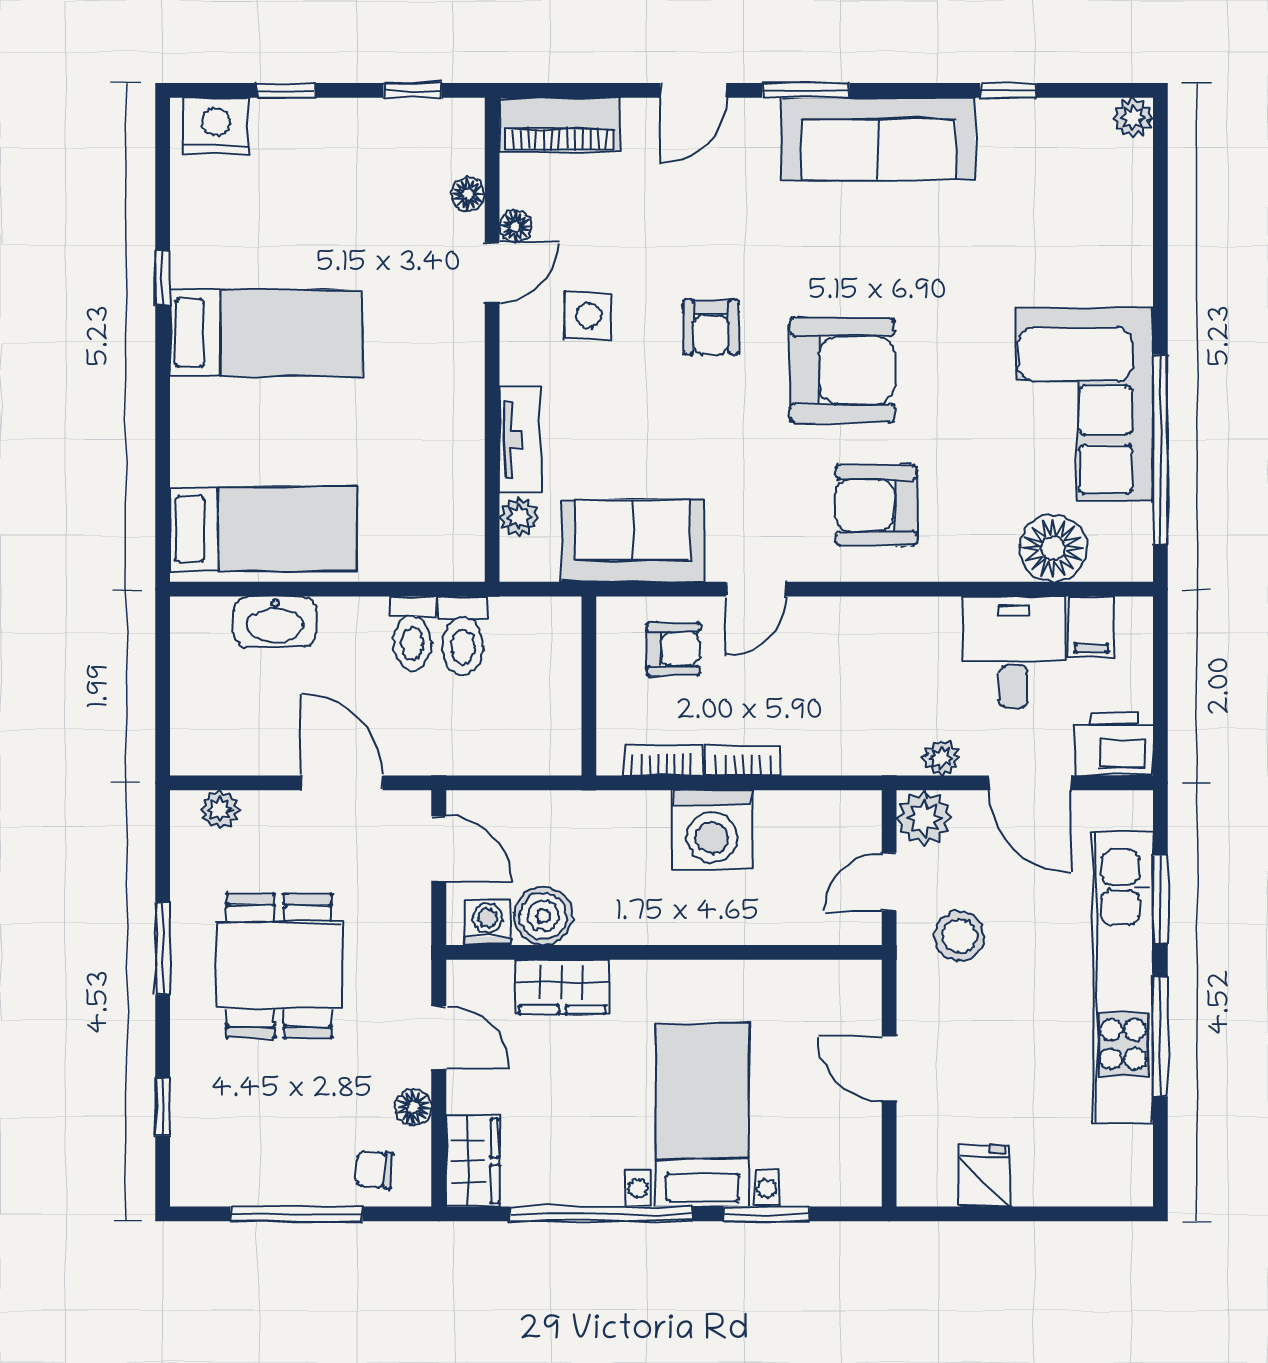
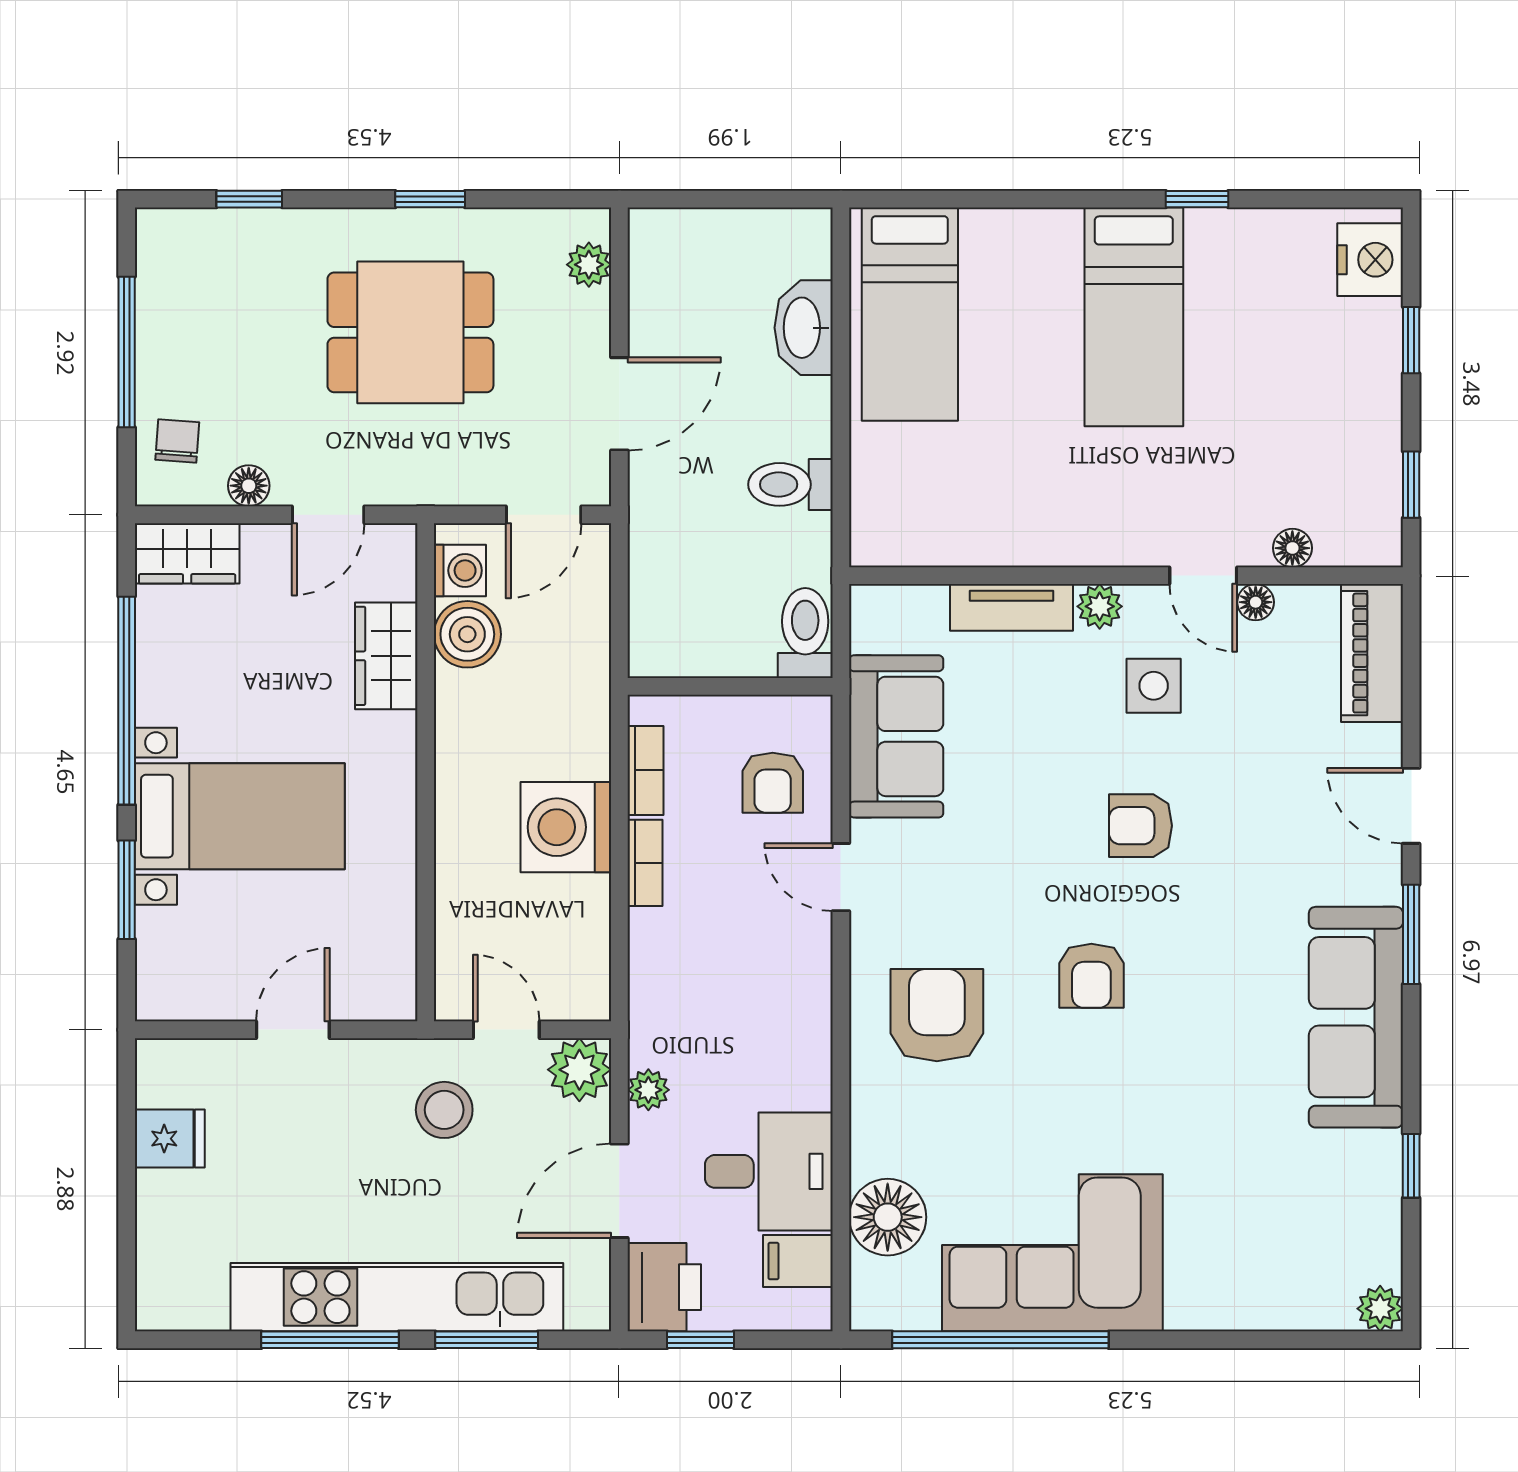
armchair: (842, 370) -> (1091, 976), width x0.53, depth x0.53
plant: (519, 517) -> (1100, 606), moved
toilet: (463, 636) -> (805, 633), moved, turned 90
window: (1160, 712) -> (701, 1340), added
window: (163, 948) -> (430, 199), width x0.67

